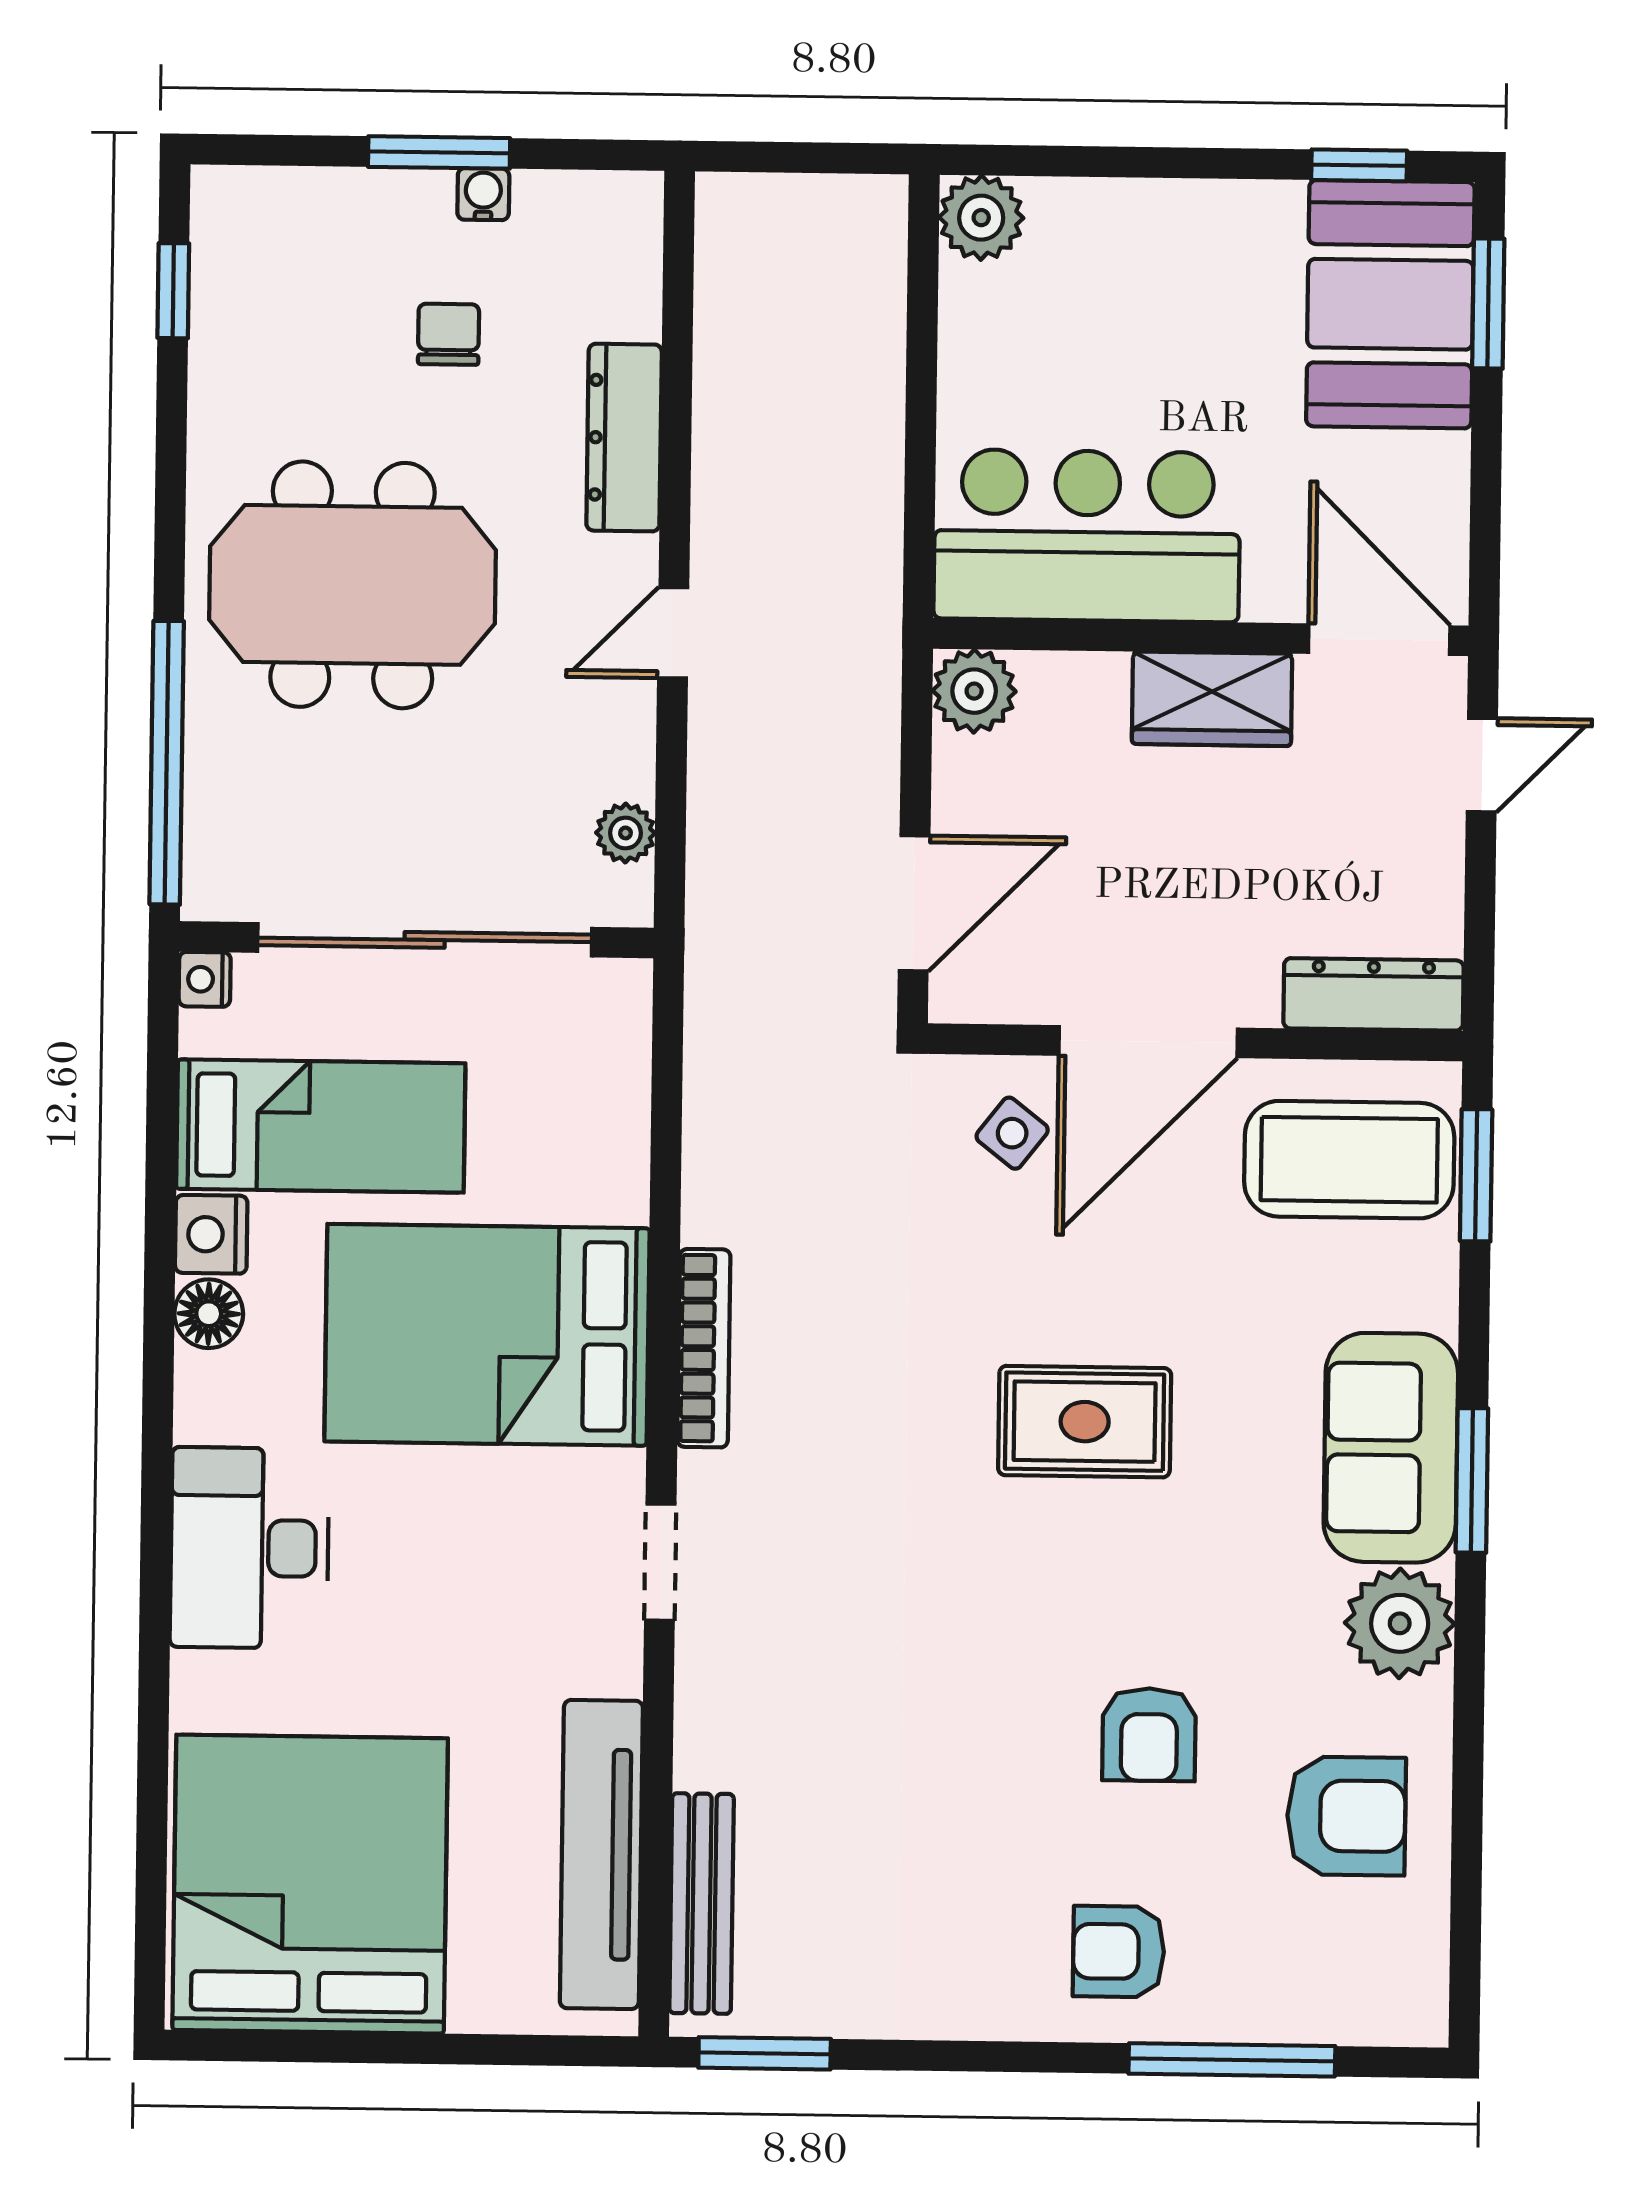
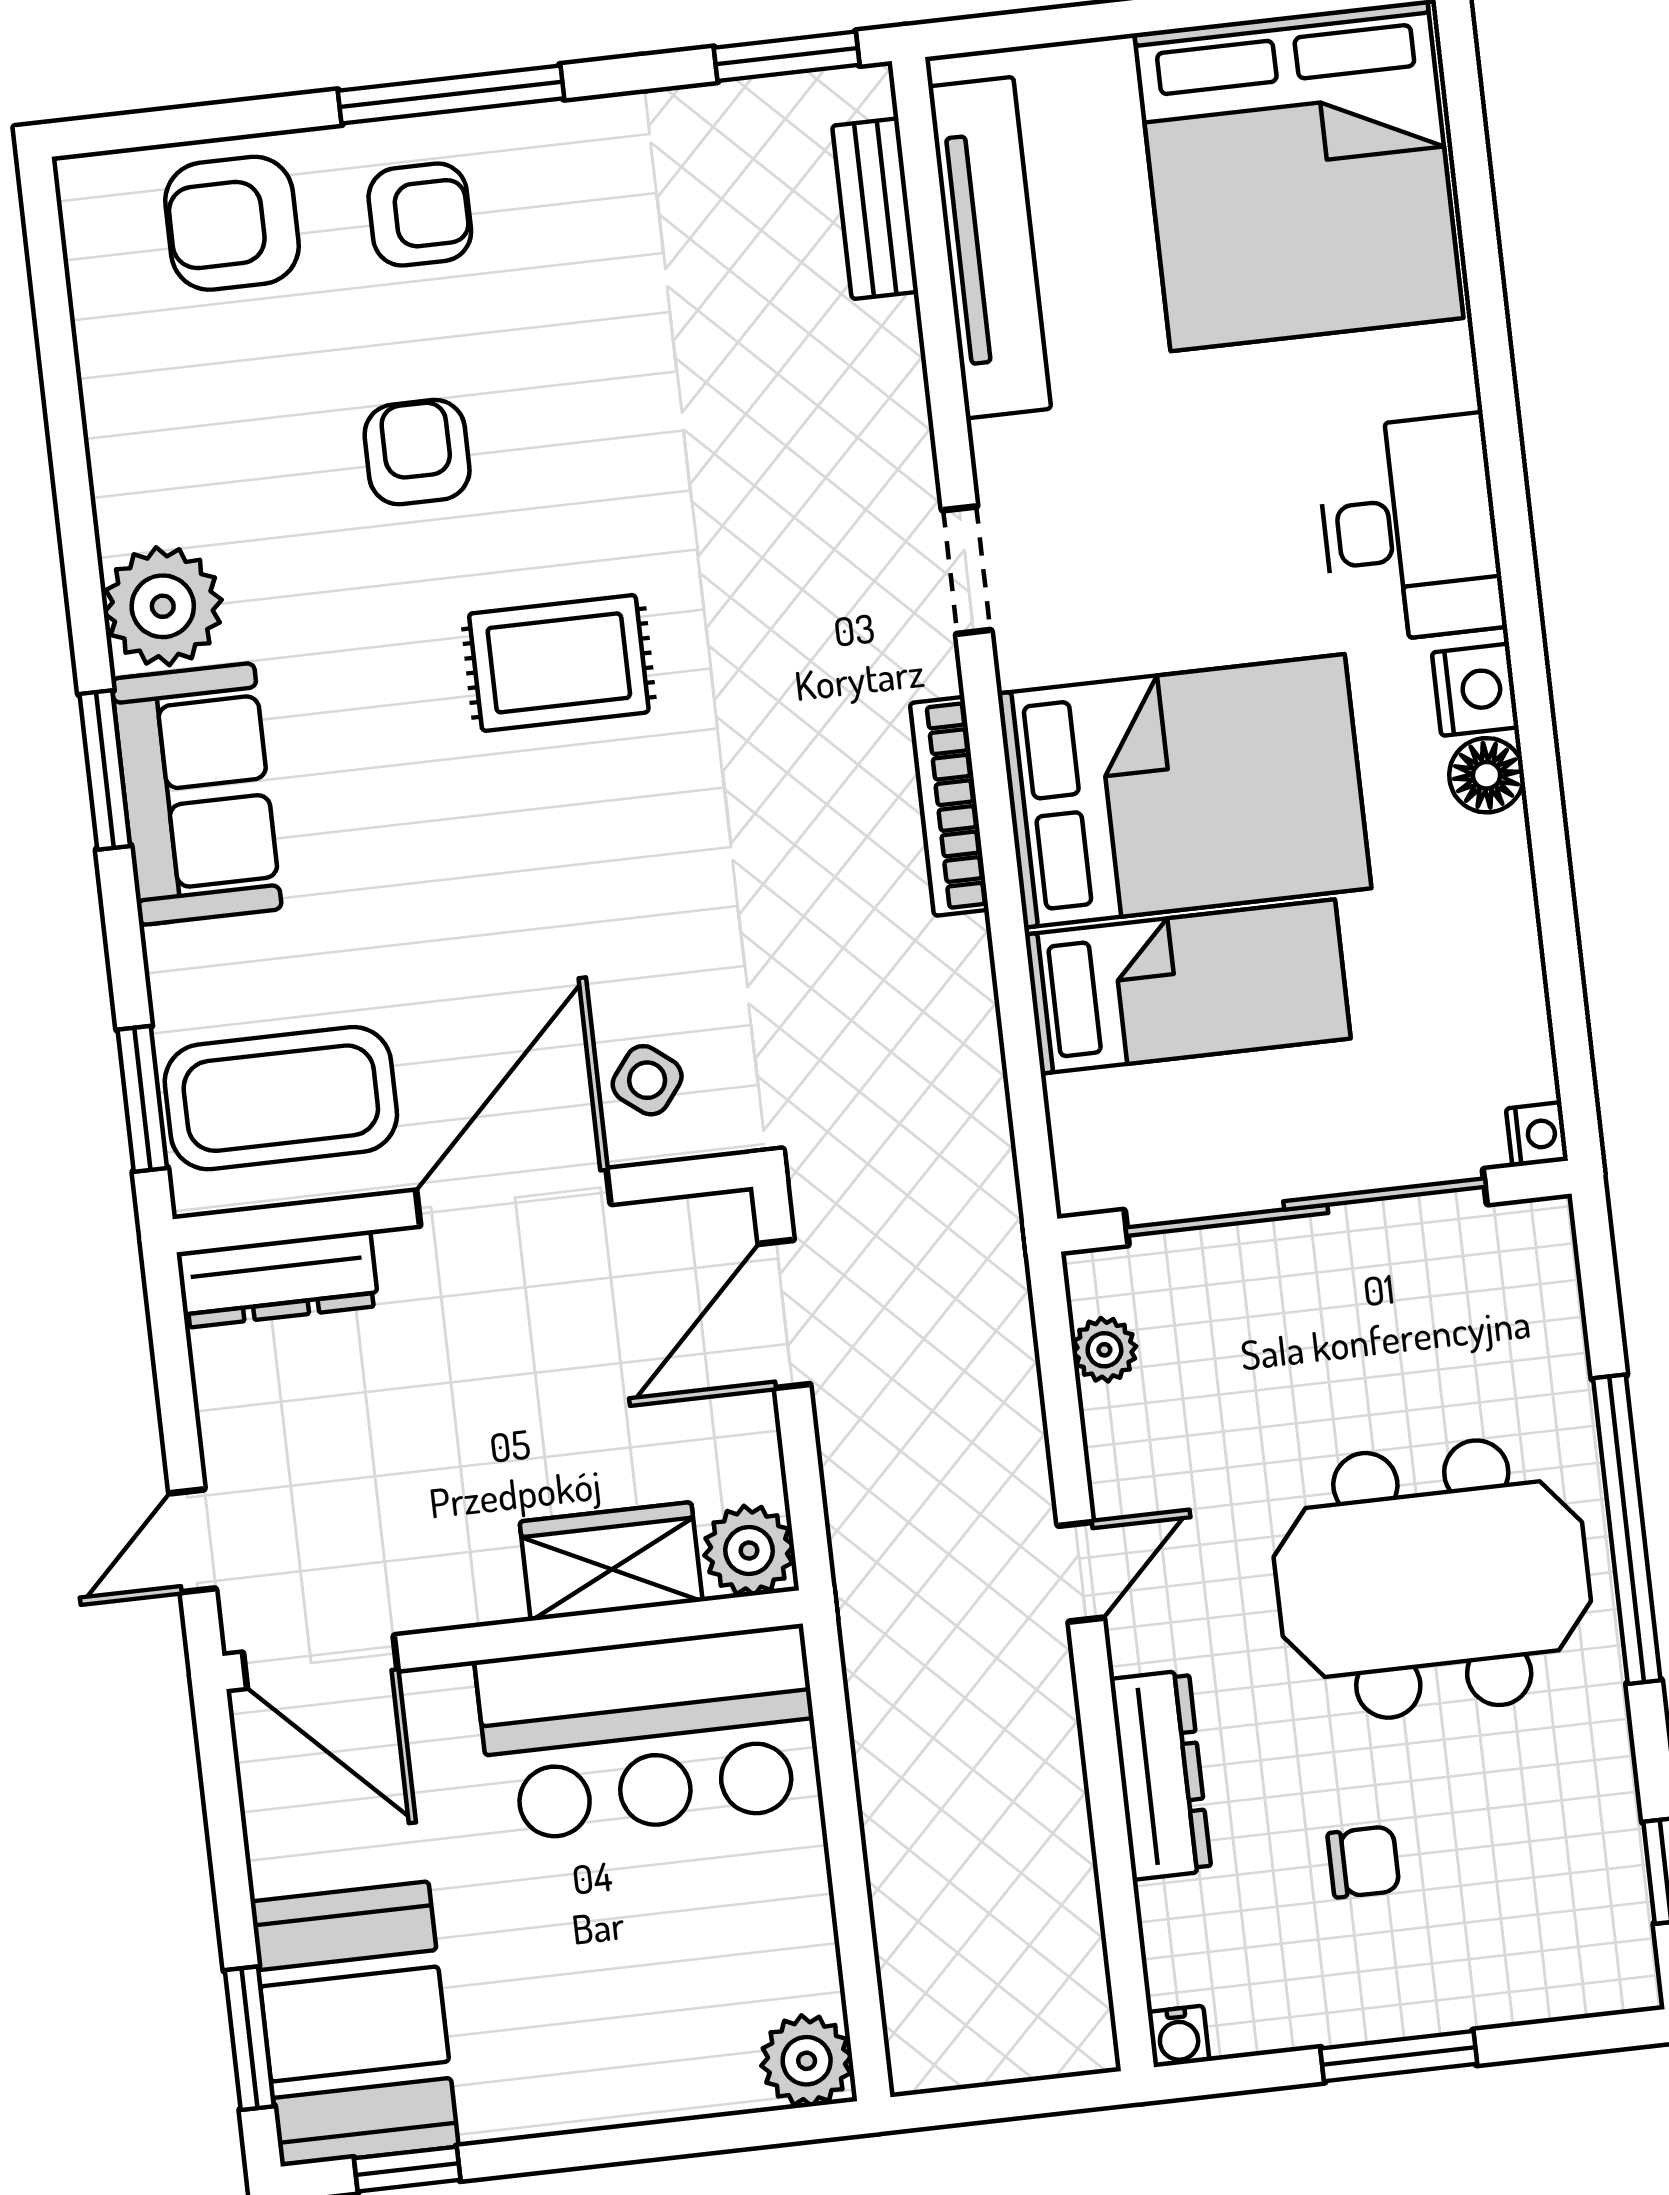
water cooler: (483, 194) -> (1179, 2036), moved
chair: (449, 334) -> (1364, 1862), turned -90
wardrobe: (1212, 699) -> (611, 1561), moved
window: (167, 763) -> (1627, 1529), moved
bed: (321, 1126) -> (1188, 987), moved, turned 180
nightstand: (211, 1234) -> (1475, 690), moved
rug: (1085, 1422) -> (559, 663), moved
armchair: (1346, 1816) -> (232, 223), moved
bench: (702, 1904) -> (875, 209), width x0.73
window: (1232, 2060) -> (451, 94), moved

